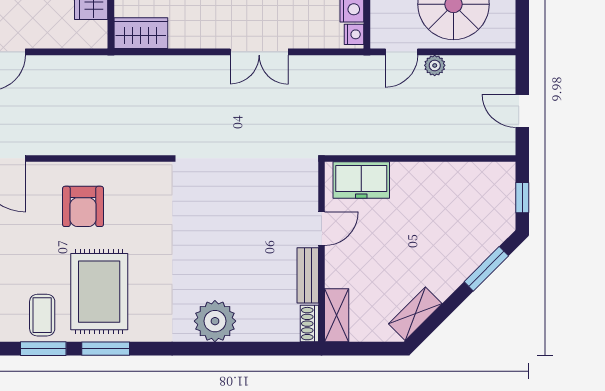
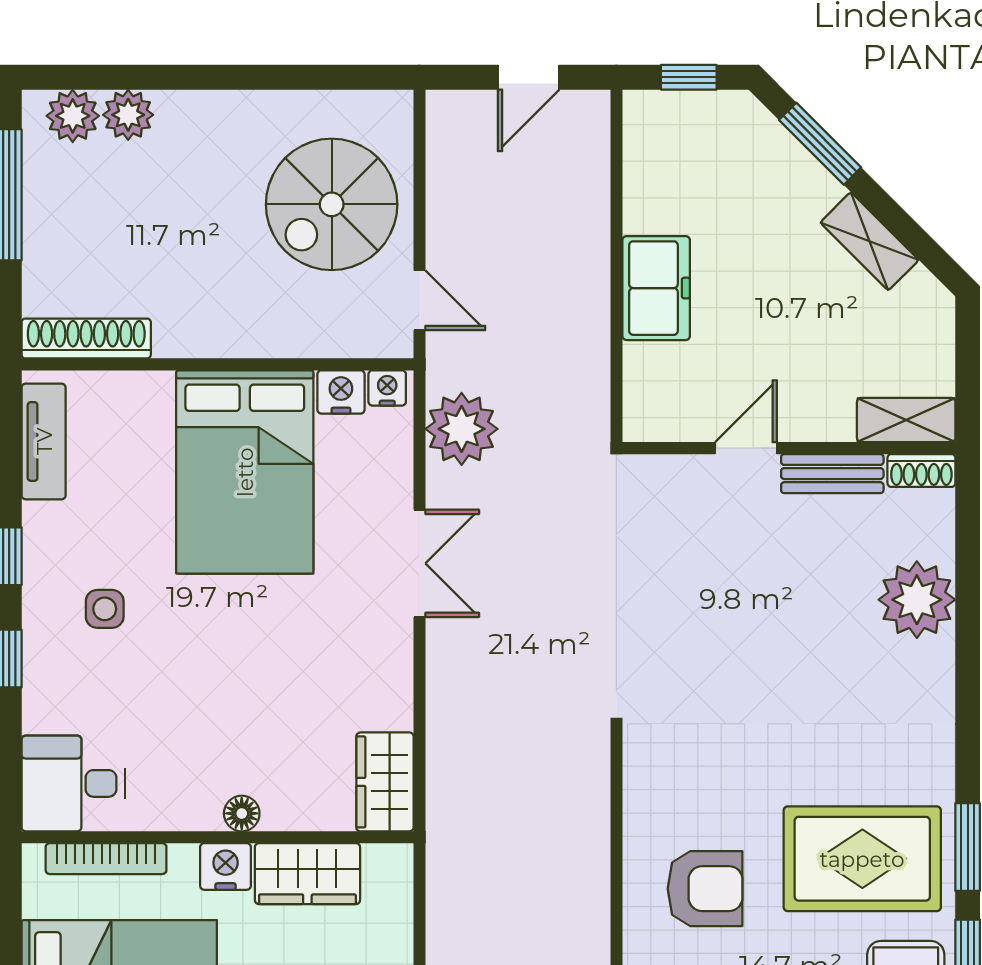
plant: (435, 65) -> (462, 429), moved, width x1.88, depth x1.88
freezer: (361, 180) -> (656, 288), moved
door: (322, 229) -> (746, 448), hinge flipped
shelving: (415, 314) -> (869, 241), moved
plant: (215, 321) -> (917, 600), moved

